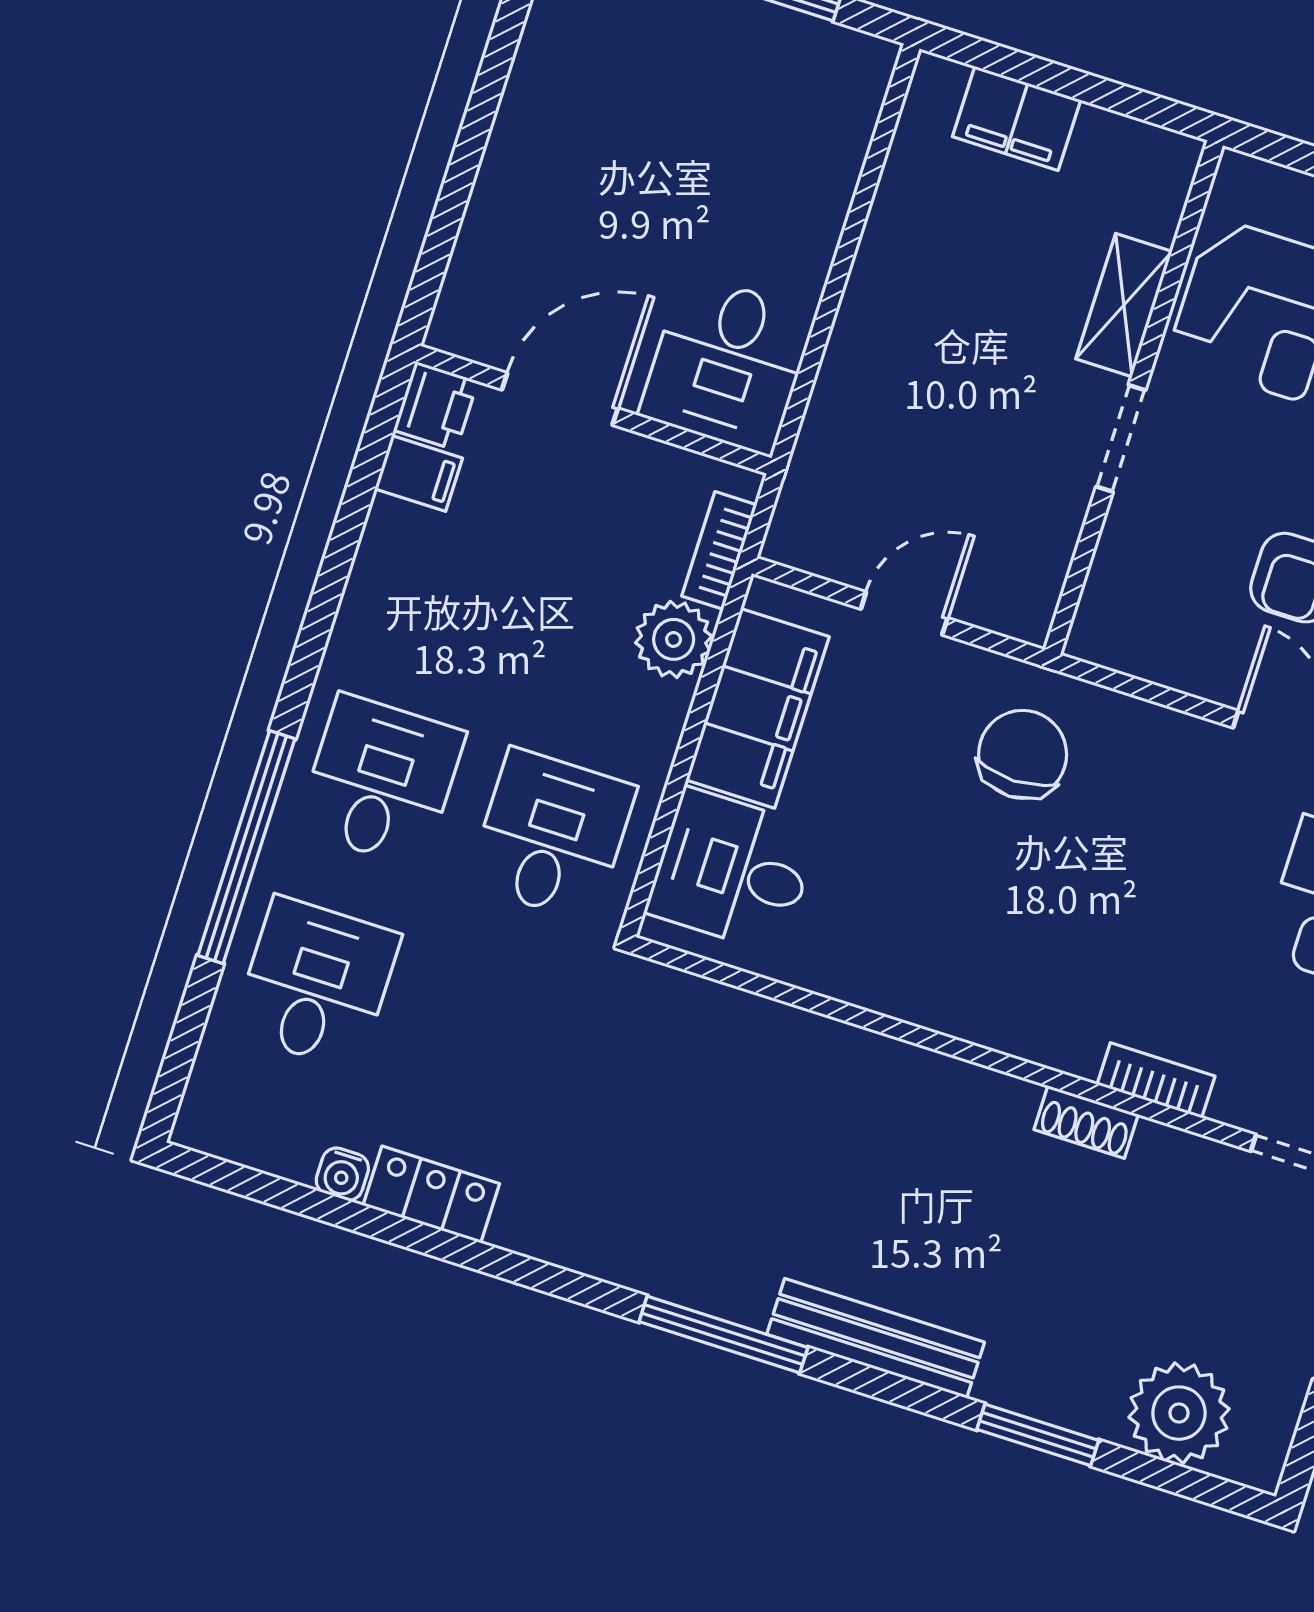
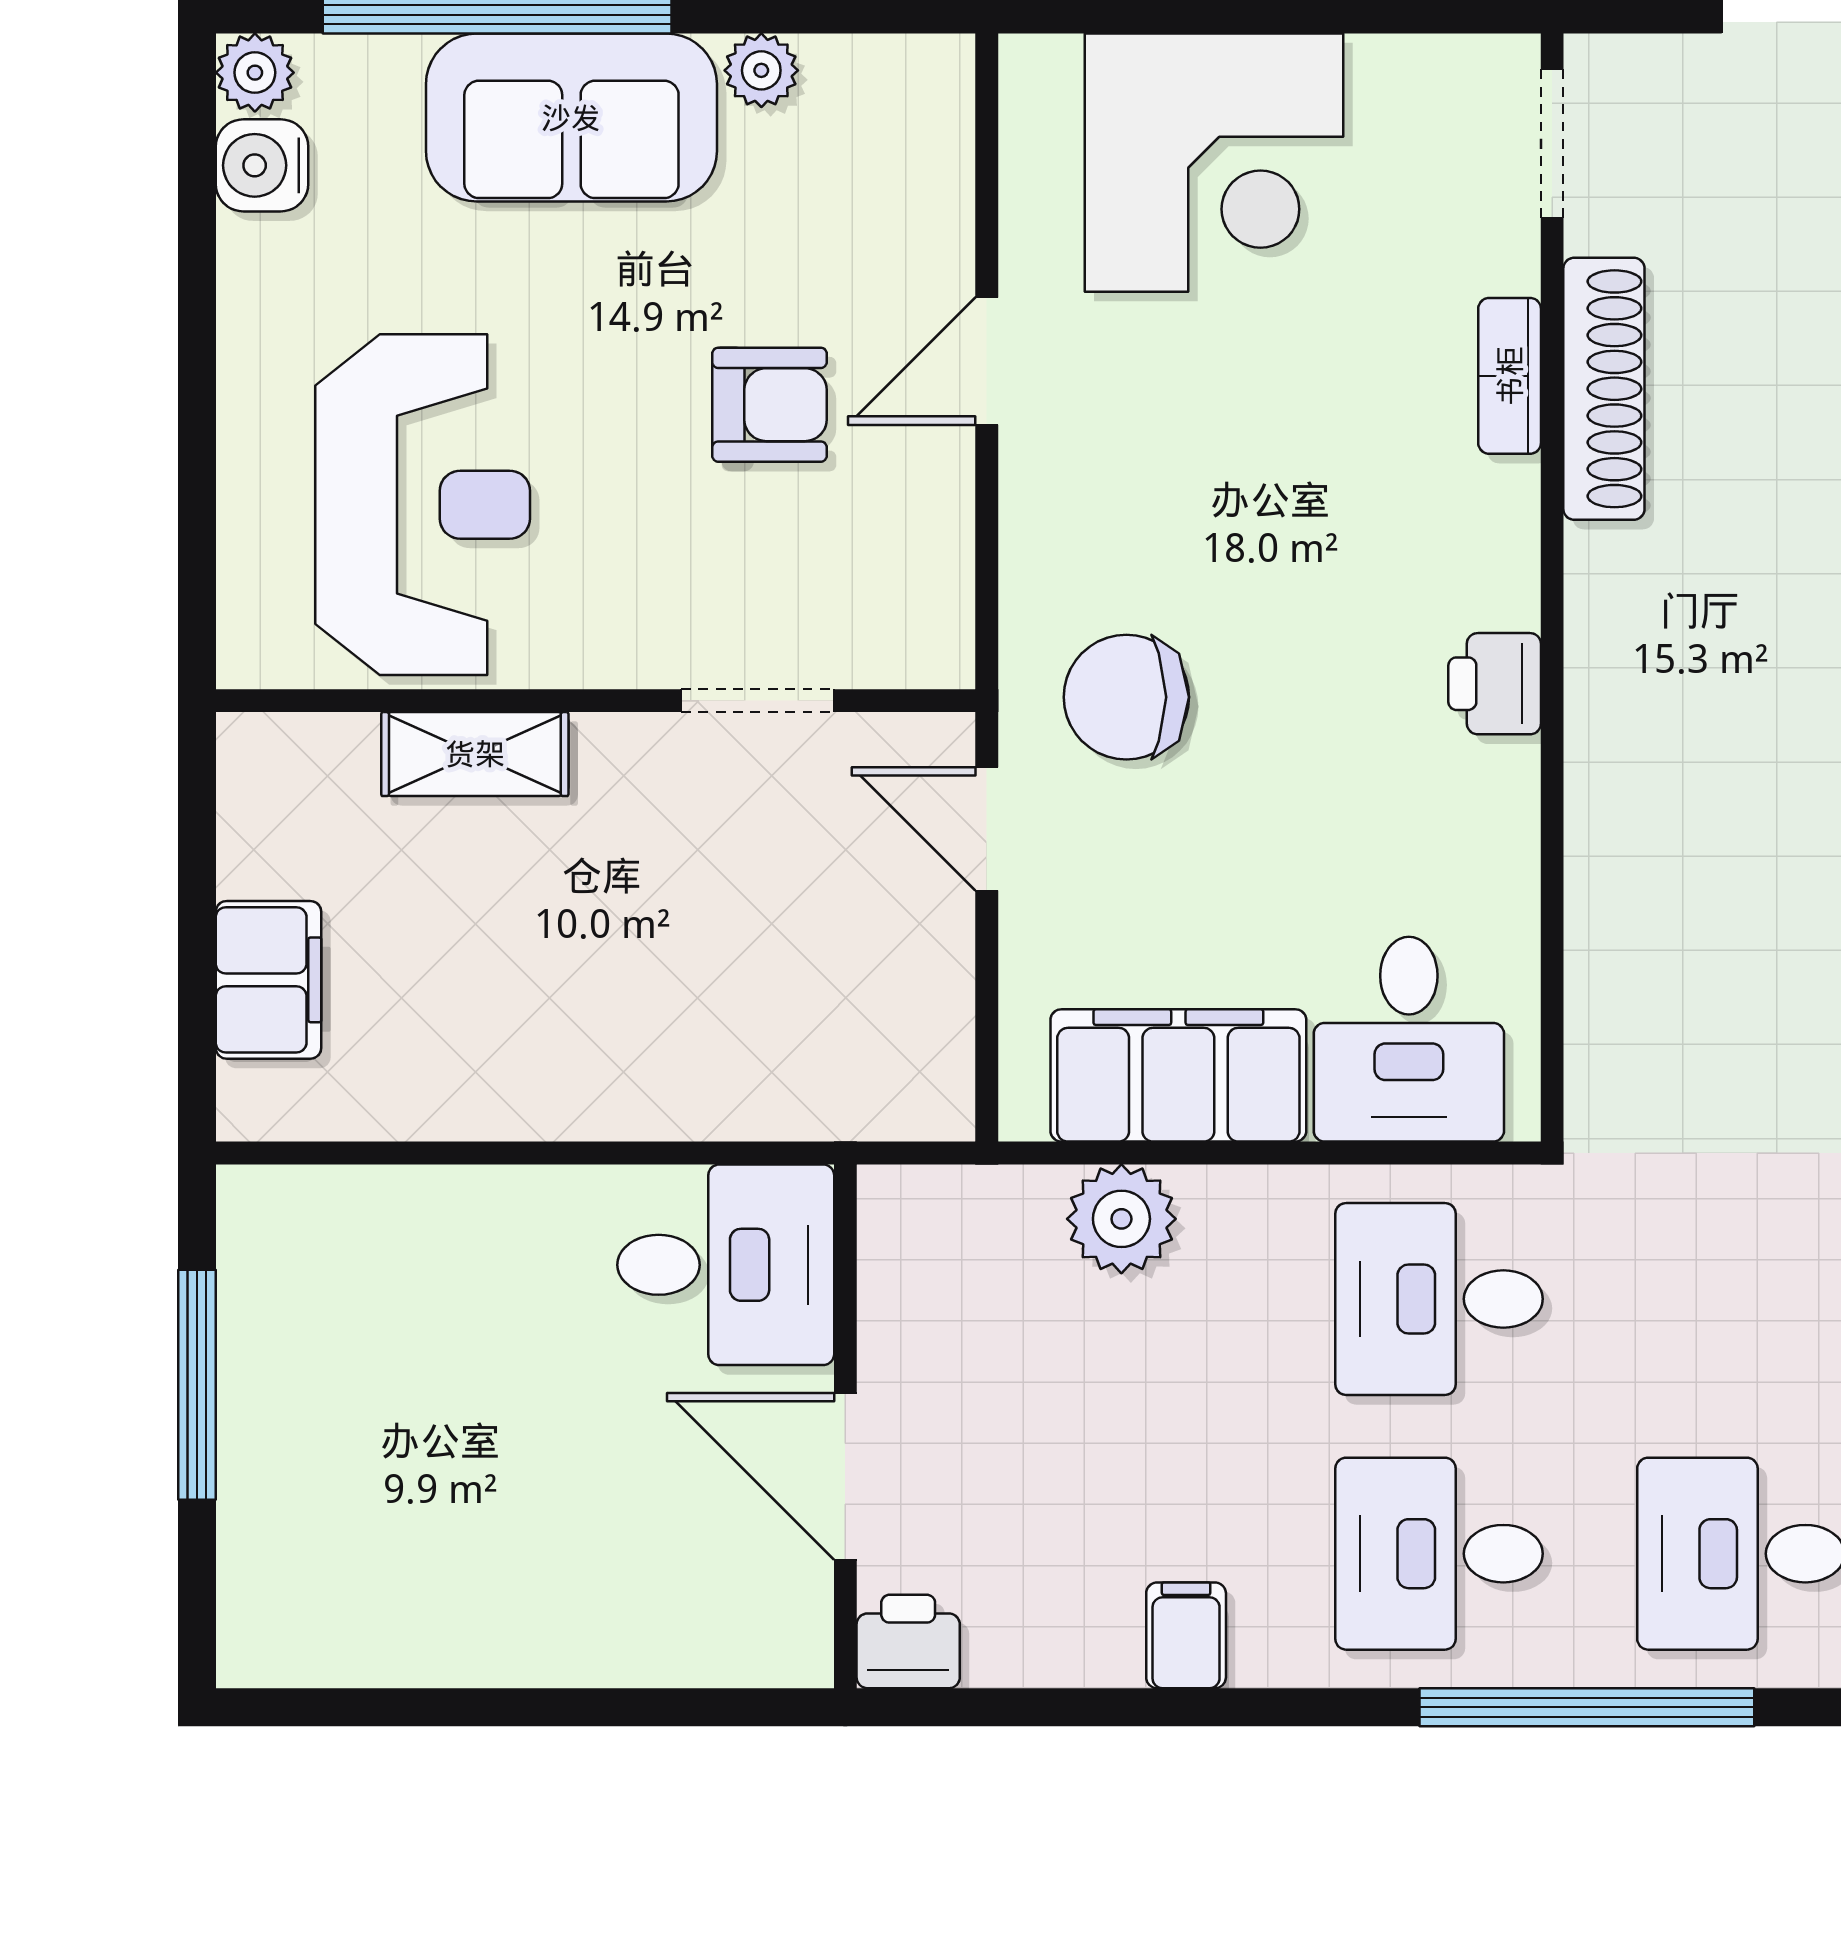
doorway: (1121, 438) -> (758, 701), moved
filing cabinet: (419, 473) -> (1186, 1635), moved
bookcase: (719, 550) -> (981, 1196), removed
door: (904, 613) -> (987, 829), moved
printer: (953, 1004) -> (1495, 684), added
shoe rack: (1086, 1122) -> (1604, 389), width x1.94, depth x1.24

